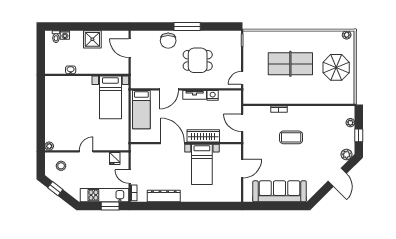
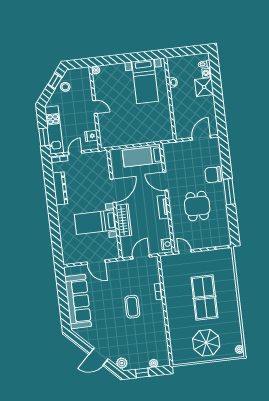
shower: (92, 39) -> (204, 87), moved
nightstand: (213, 95) -> (167, 244), moved
bed with nightstands: (110, 97) -> (145, 81), moved, turned -90
stool: (61, 166) -> (65, 87), moved

